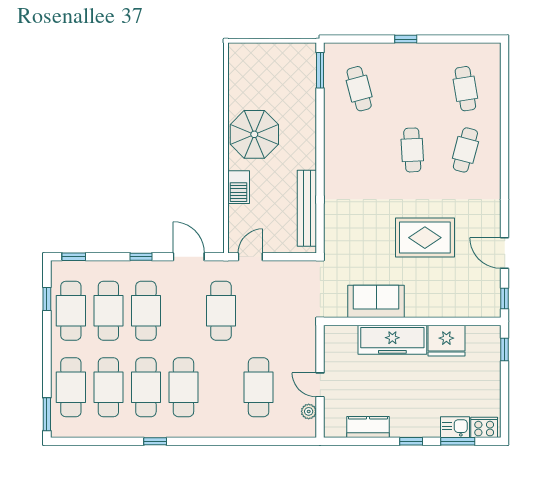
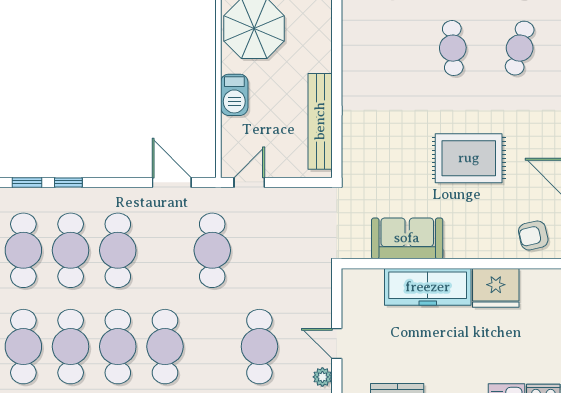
window: (141, 257) -> (68, 182), moved
armchair: (476, 299) -> (533, 235), added

